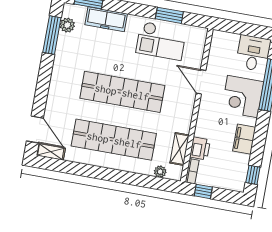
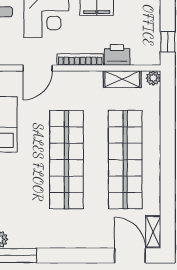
door: (35, 130) -> (130, 255), hinge flipped
bookcase: (192, 171) -> (80, 59), moved, width x1.56
plant: (160, 172) -> (153, 78), moved

